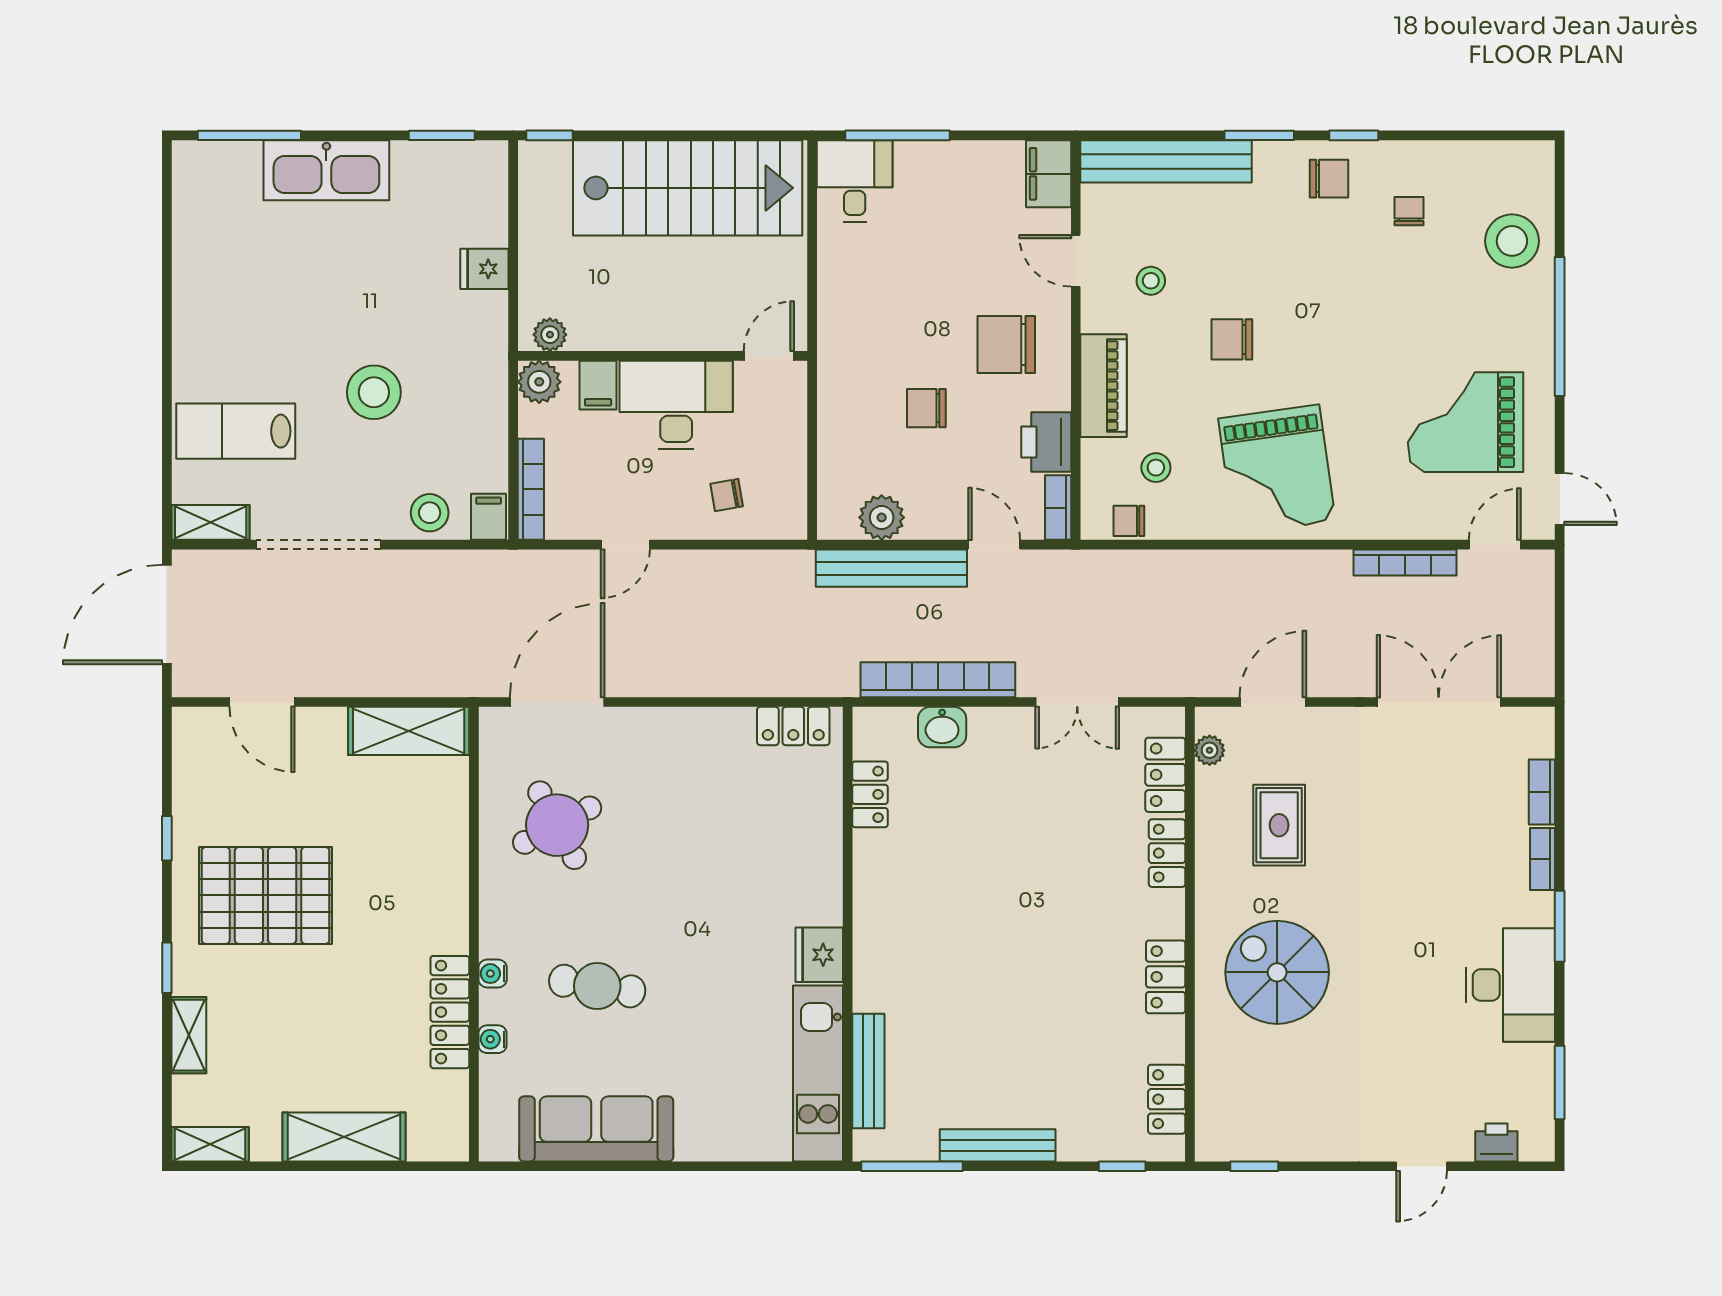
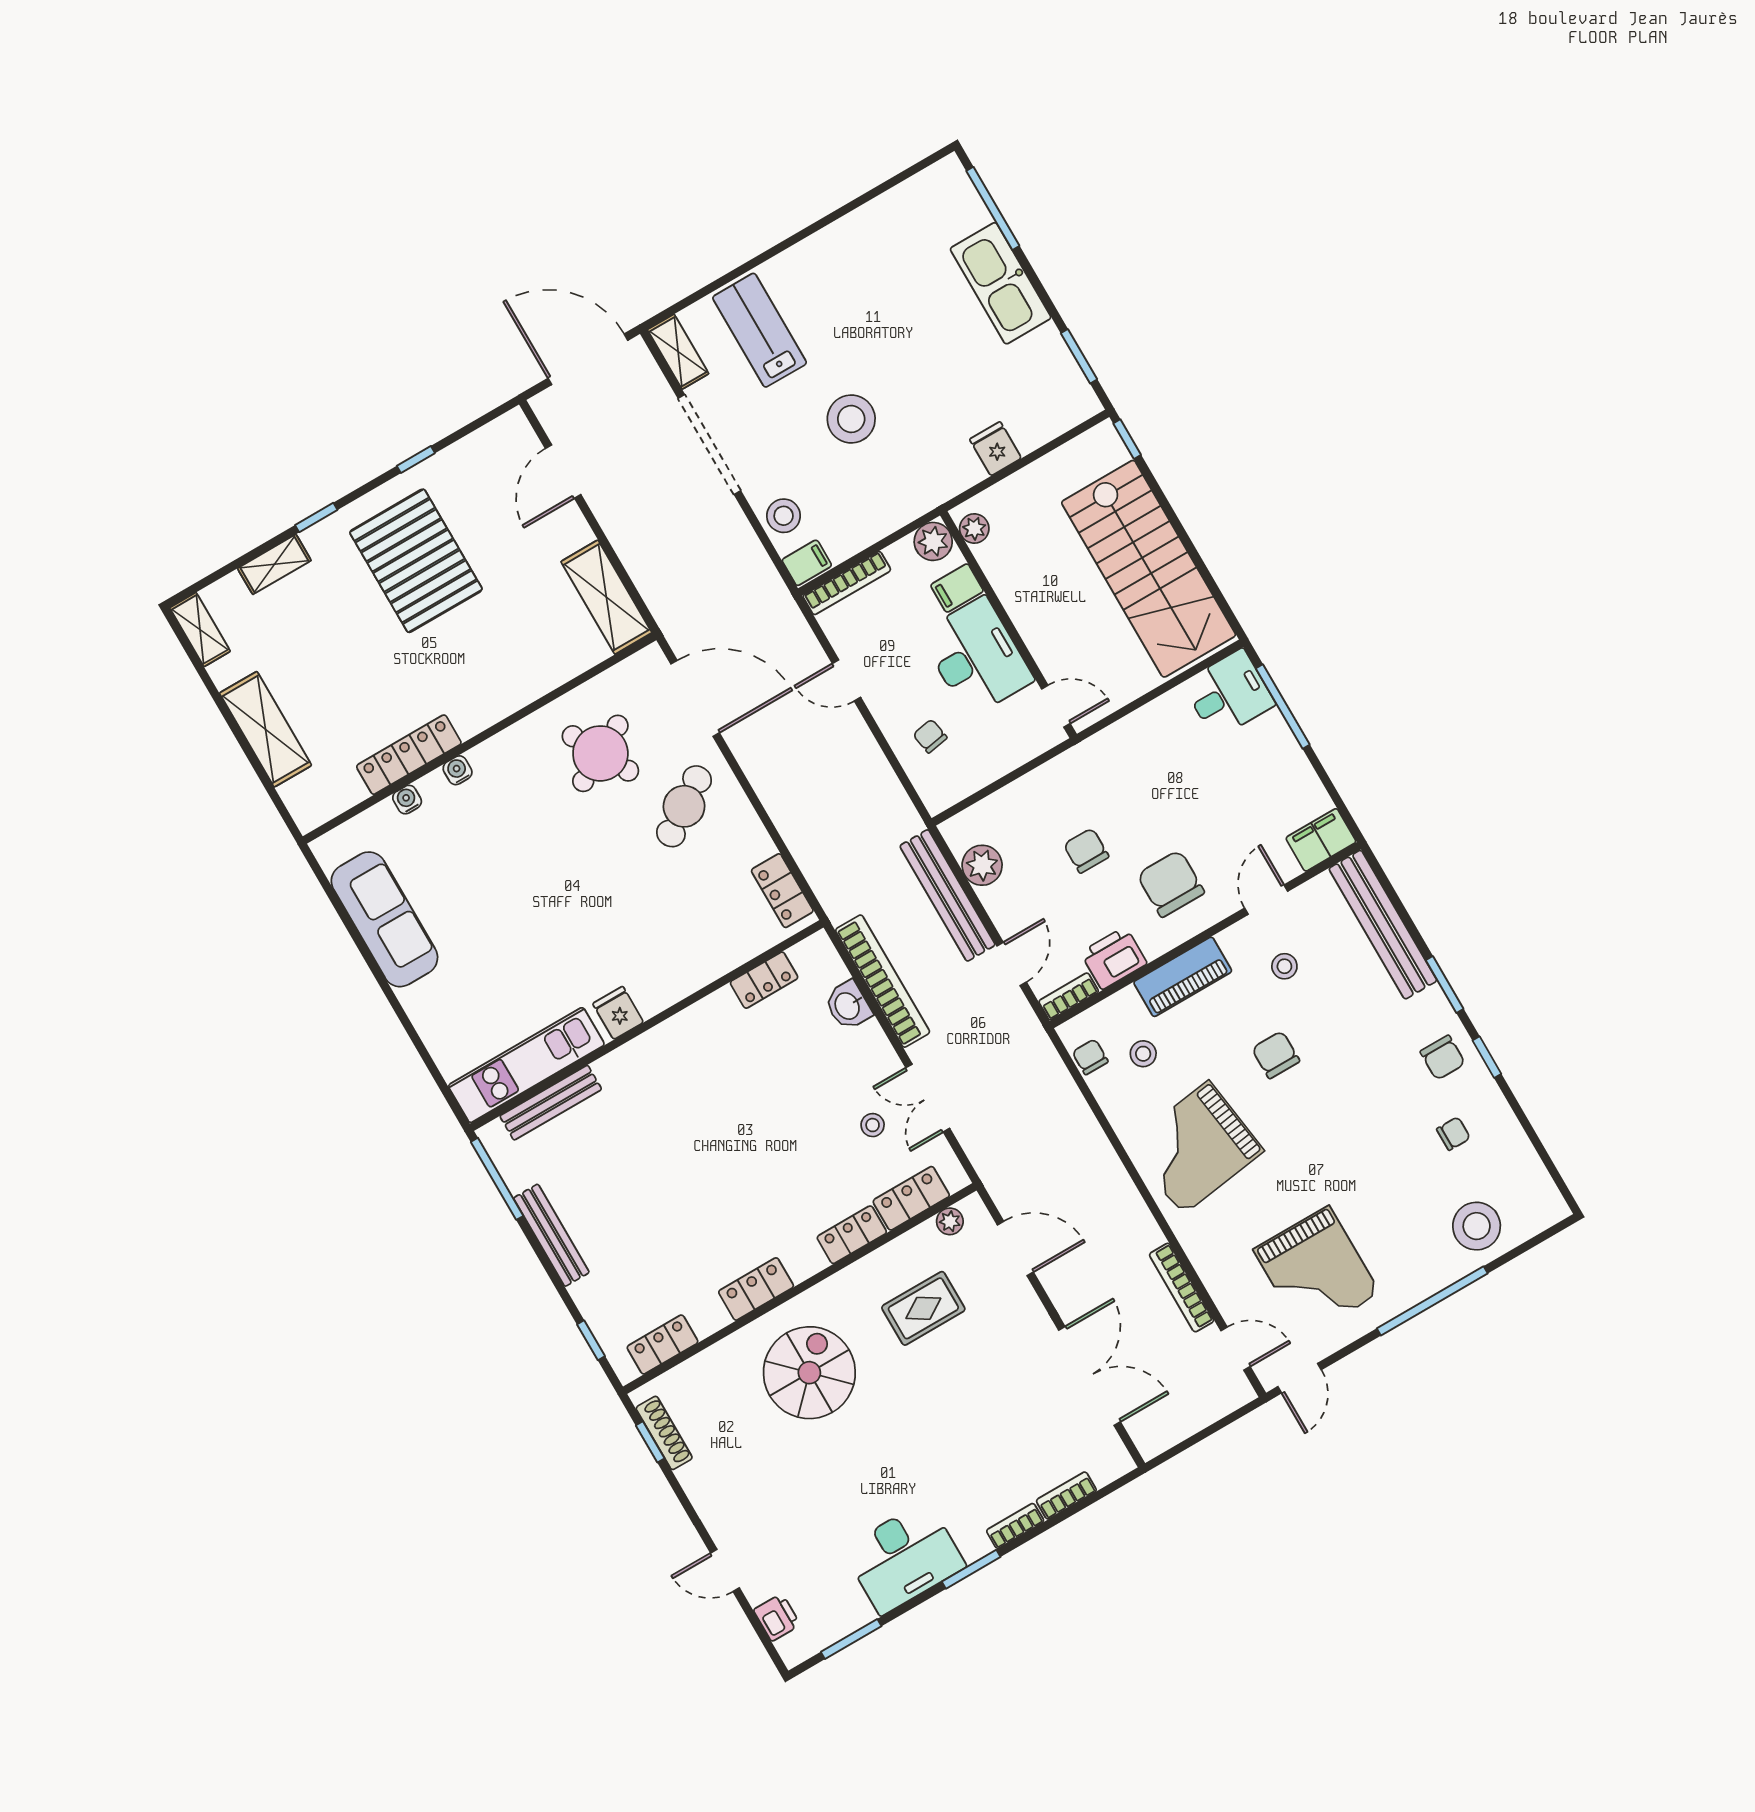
grand piano: (1466, 422) -> (1317, 1271), turned 180
stool: (1072, 771) -> (873, 1125), added
fridge: (819, 955) -> (618, 1013), width x0.72
cafe table: (597, 986) -> (684, 806), moved, turned 47
shoe rack: (1253, 1148) -> (664, 1433), added

